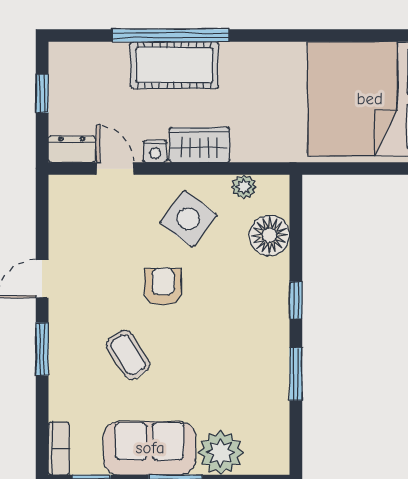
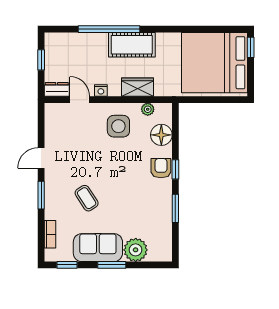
cot: (174, 65) -> (132, 45), moved
wardrobe: (199, 145) -> (137, 87), moved
side table: (188, 219) -> (118, 126), turned -37
armchair: (163, 287) -> (161, 168), moved
bookcase: (59, 449) -> (50, 234), moved

